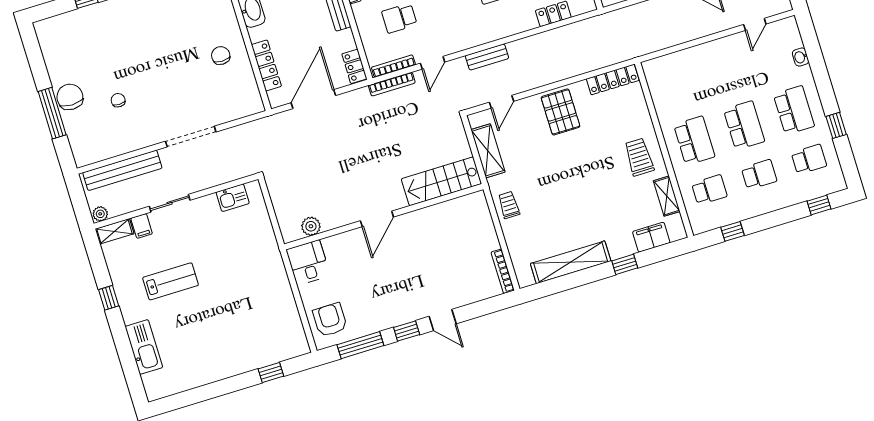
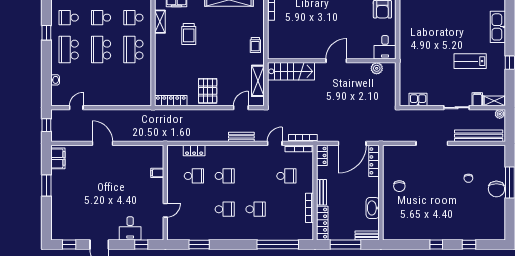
locker: (266, 65) -> (374, 161), moved
trolley: (639, 157) -> (189, 34), moved

